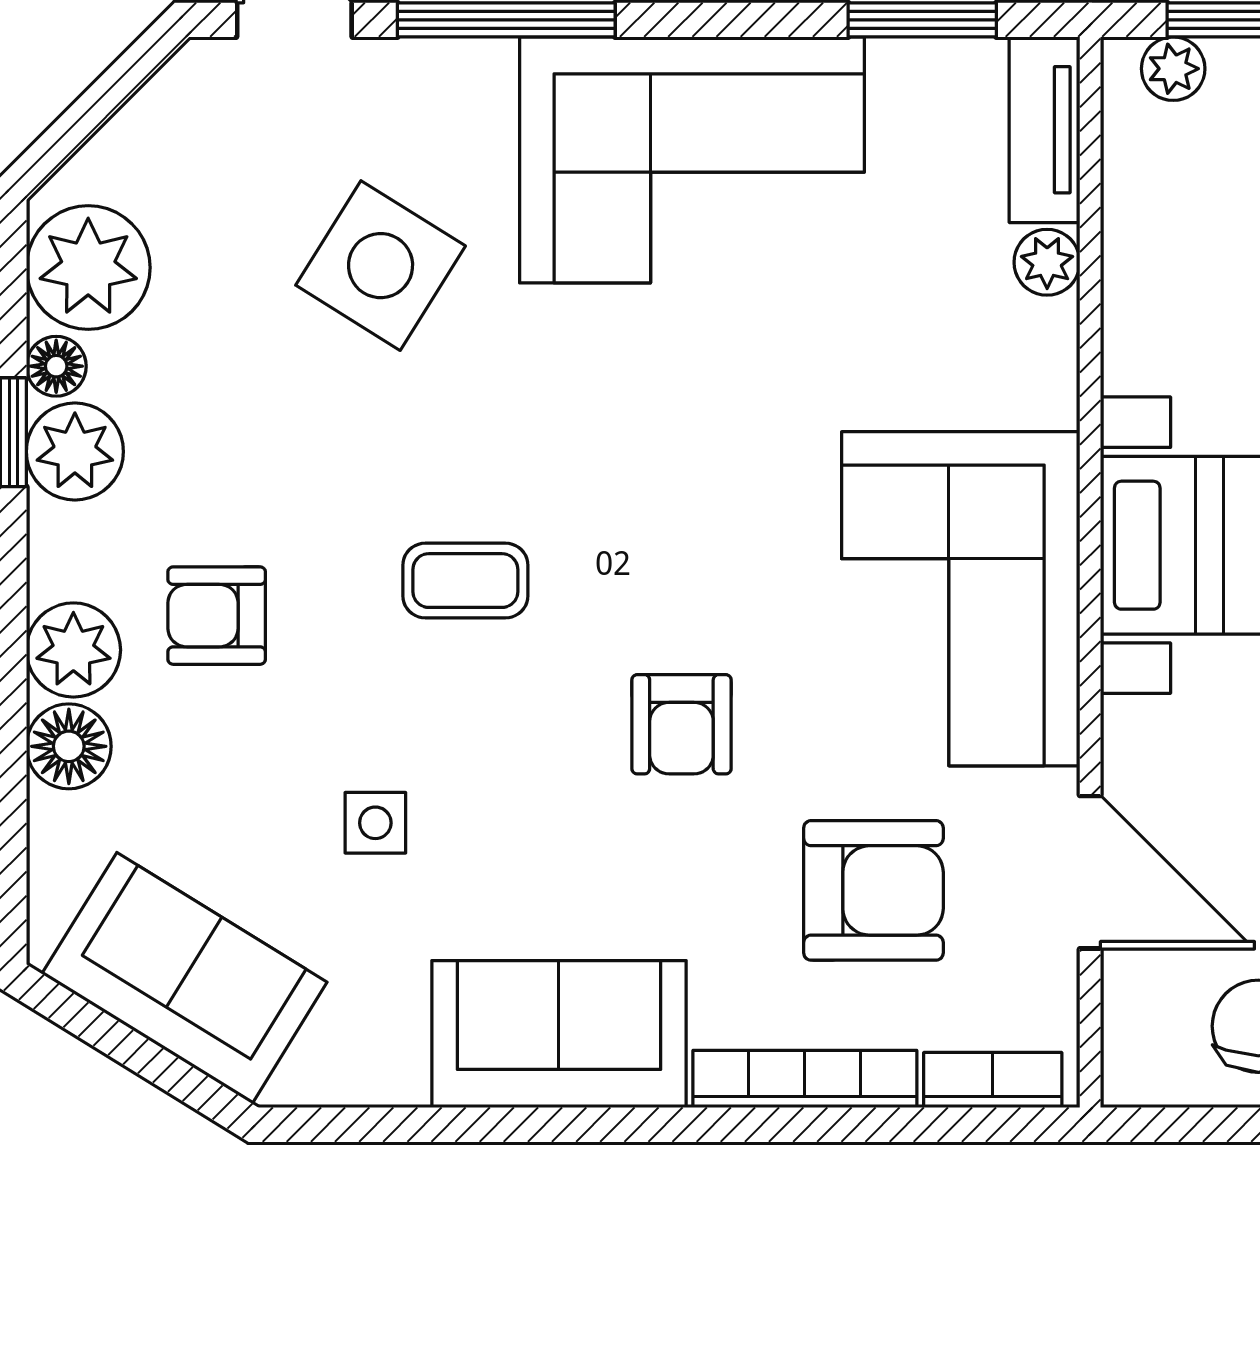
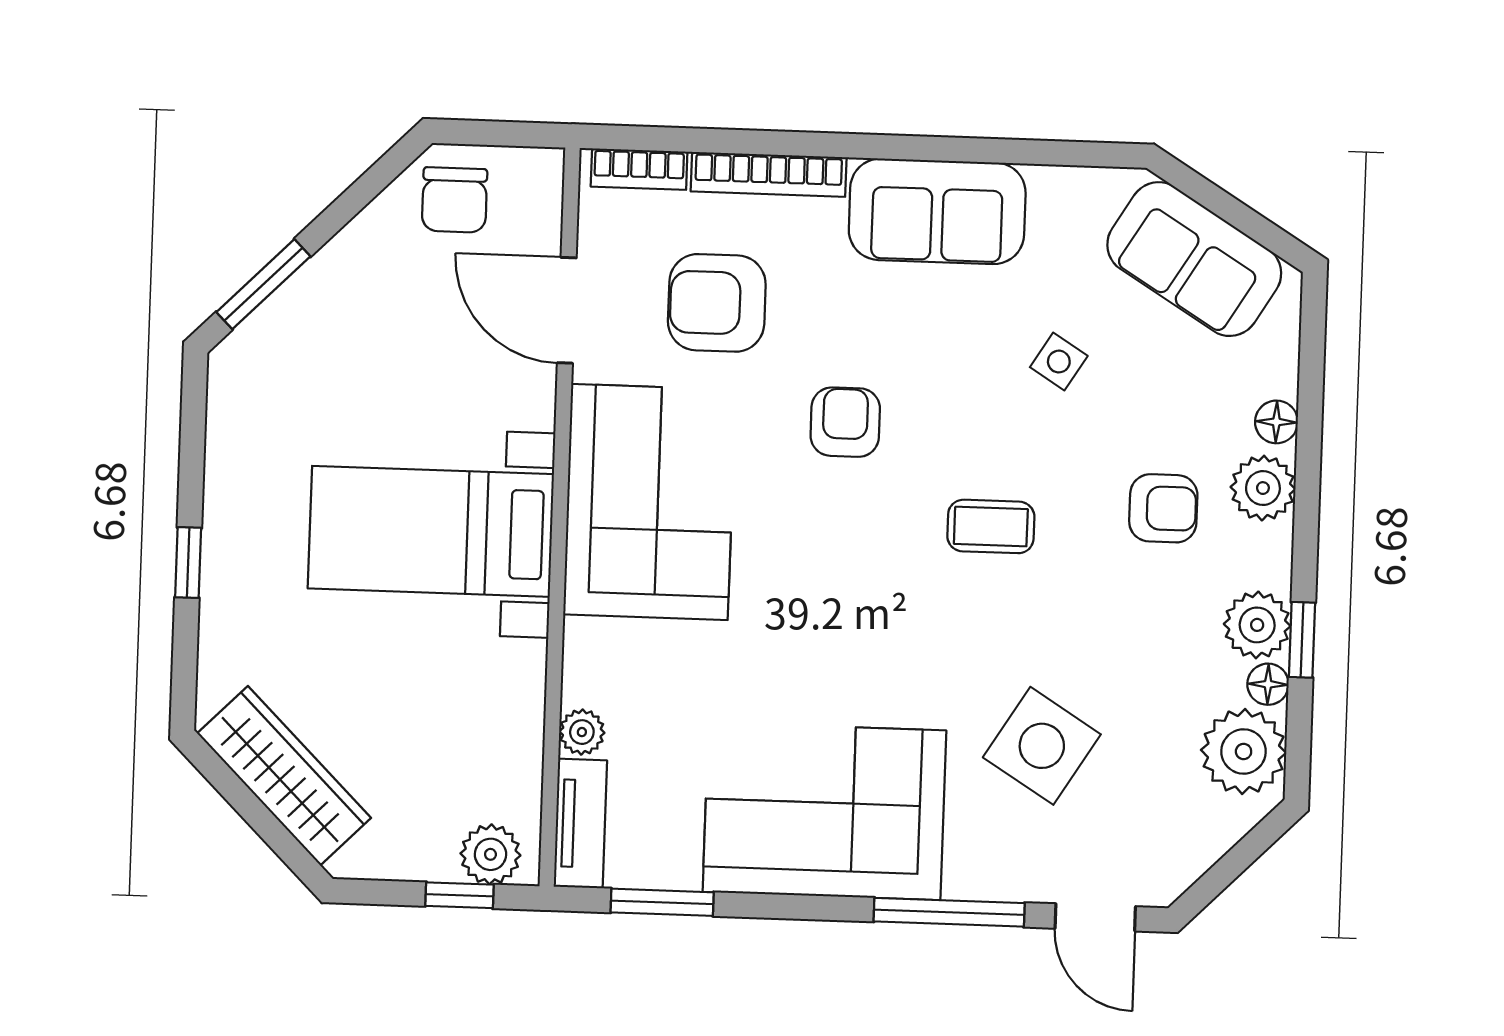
plant: (1173, 69) -> (490, 854), width x1.38, depth x1.38
floor lamp: (69, 746) -> (1276, 422), width x0.73, depth x0.73
side table: (375, 823) -> (1059, 362), turned 32

